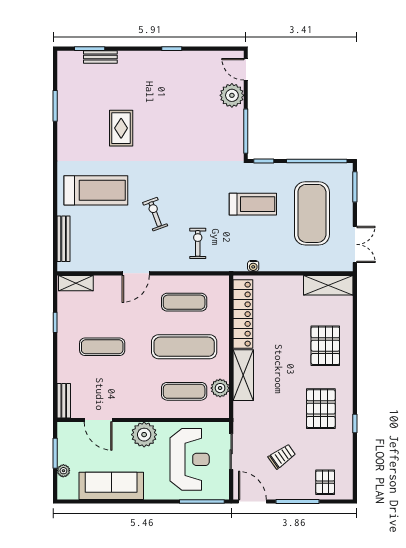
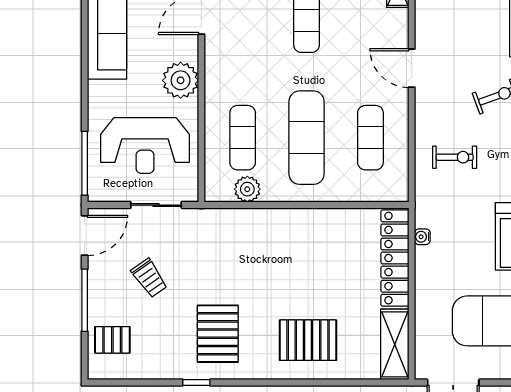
locker: (243, 314) -> (395, 258), moved, turned 90
shelving: (243, 375) -> (266, 222), removed
pallet: (321, 409) -> (218, 334), turned 90

